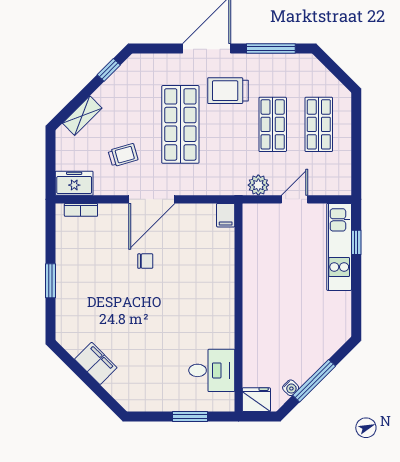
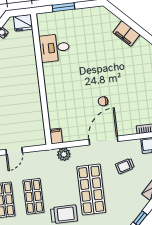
plant: (258, 185) -> (64, 154), moved
desk: (212, 370) -> (54, 48), moved

